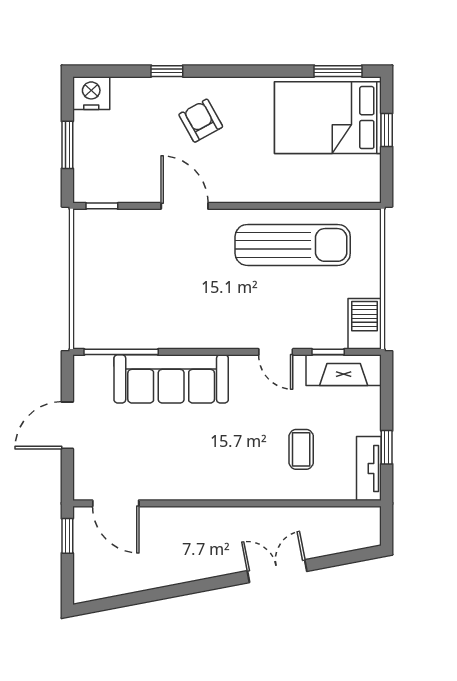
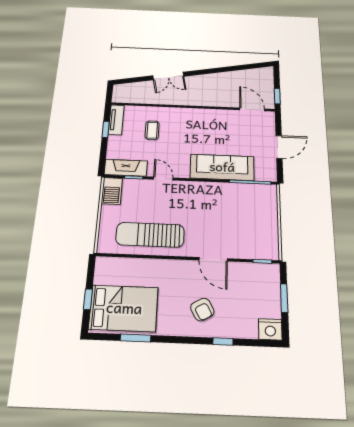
window: (338, 71) -> (136, 338), moved

